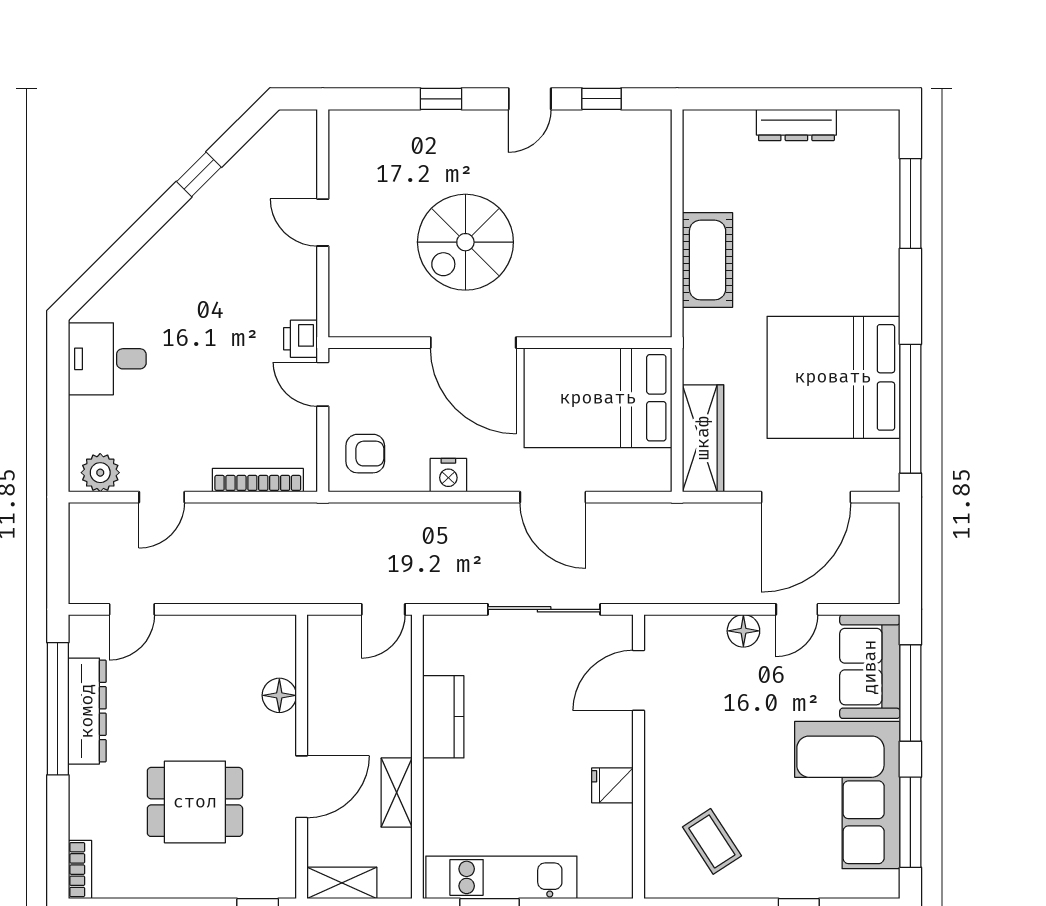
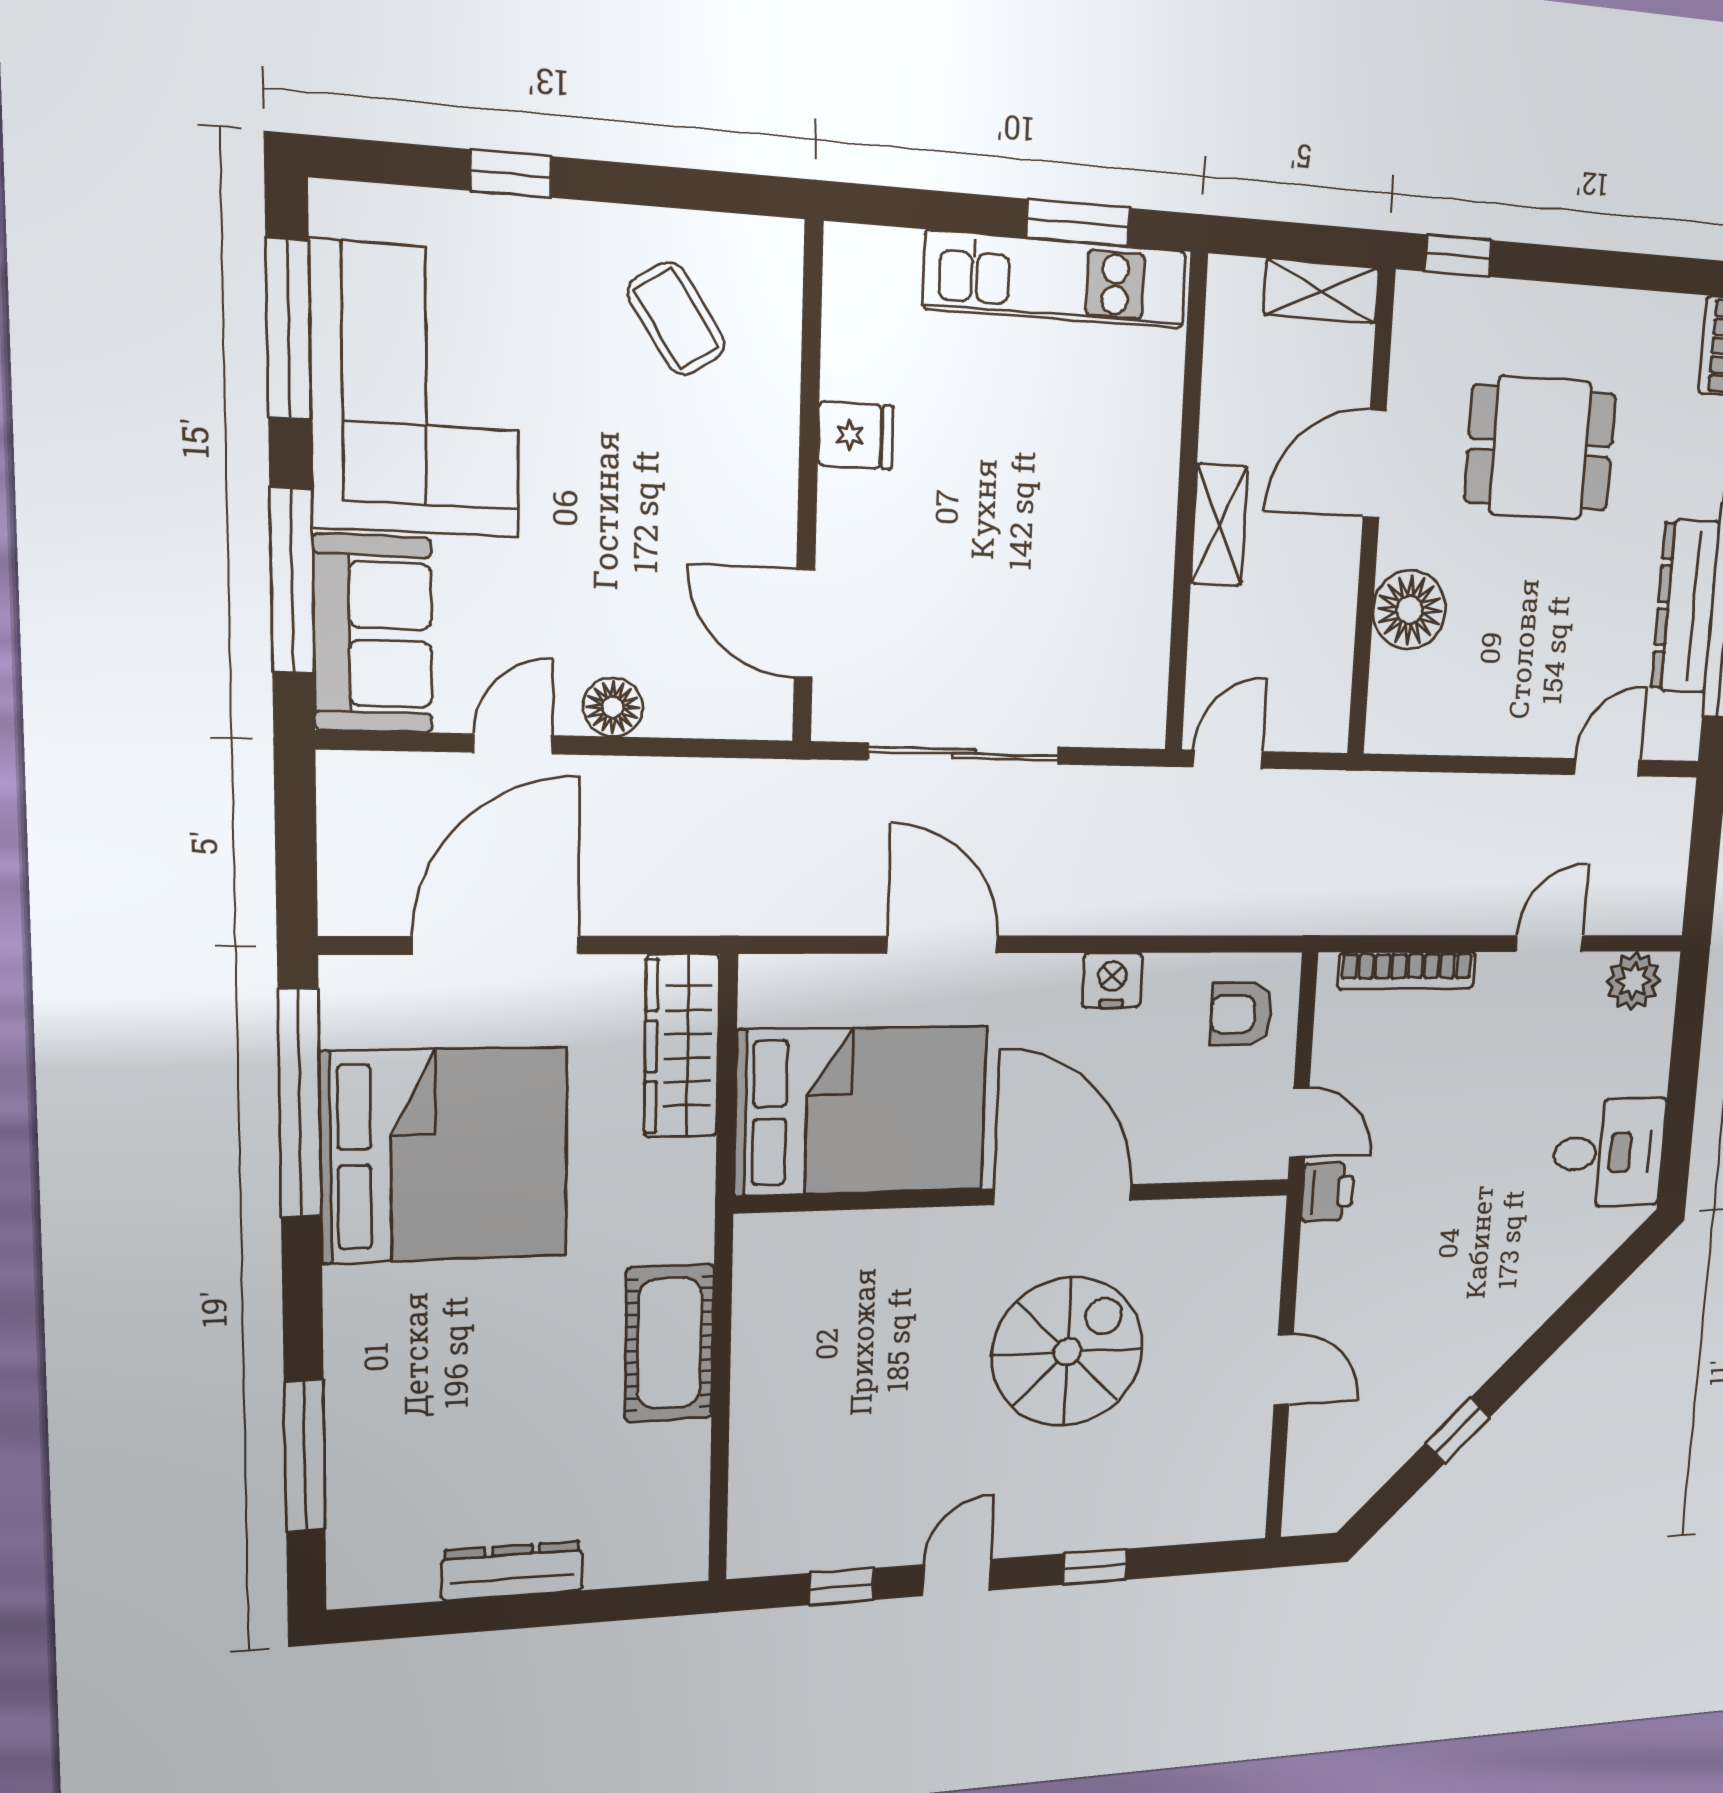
door: (638, 680) -> (804, 624), swing flipped
floor lamp: (279, 695) -> (1409, 610), width x1.38, depth x1.38
kitchen counter: (443, 717) -> (1140, 573), removed
shelving: (397, 793) -> (1219, 525), moved

